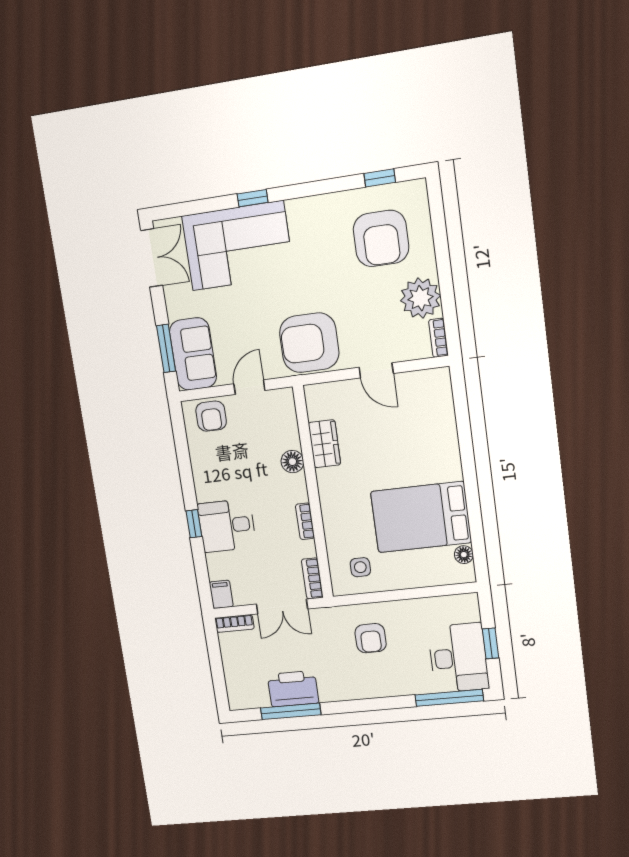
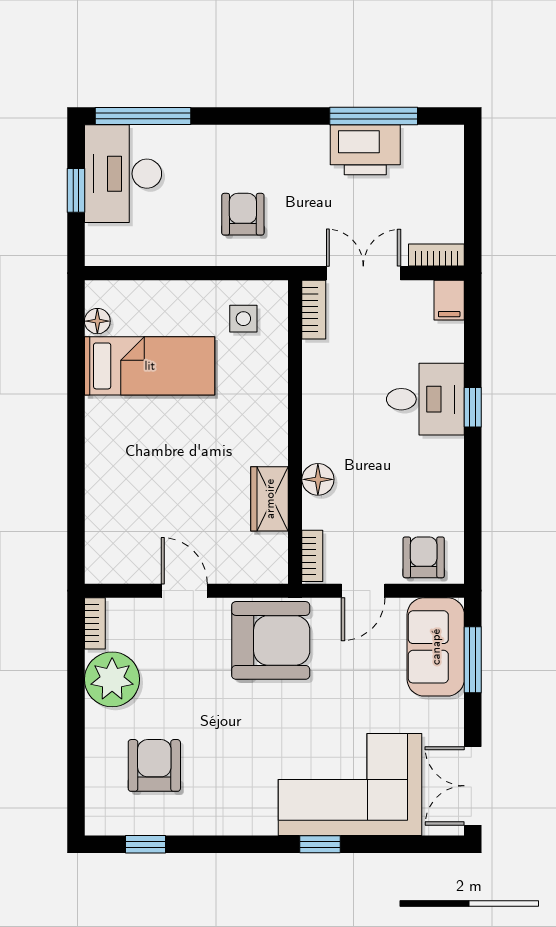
armchair: (381, 238) -> (154, 765), width x0.73, depth x0.73
bed: (421, 517) -> (150, 366), width x0.67
bookcase: (305, 521) -> (312, 556), moved

